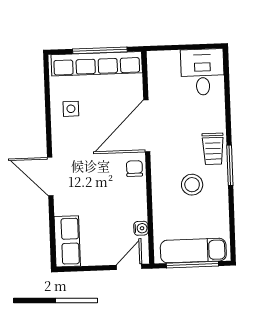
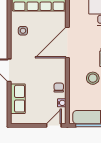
chair: (134, 169) -> (59, 88), moved
row of seats: (67, 241) -> (18, 99), moved

